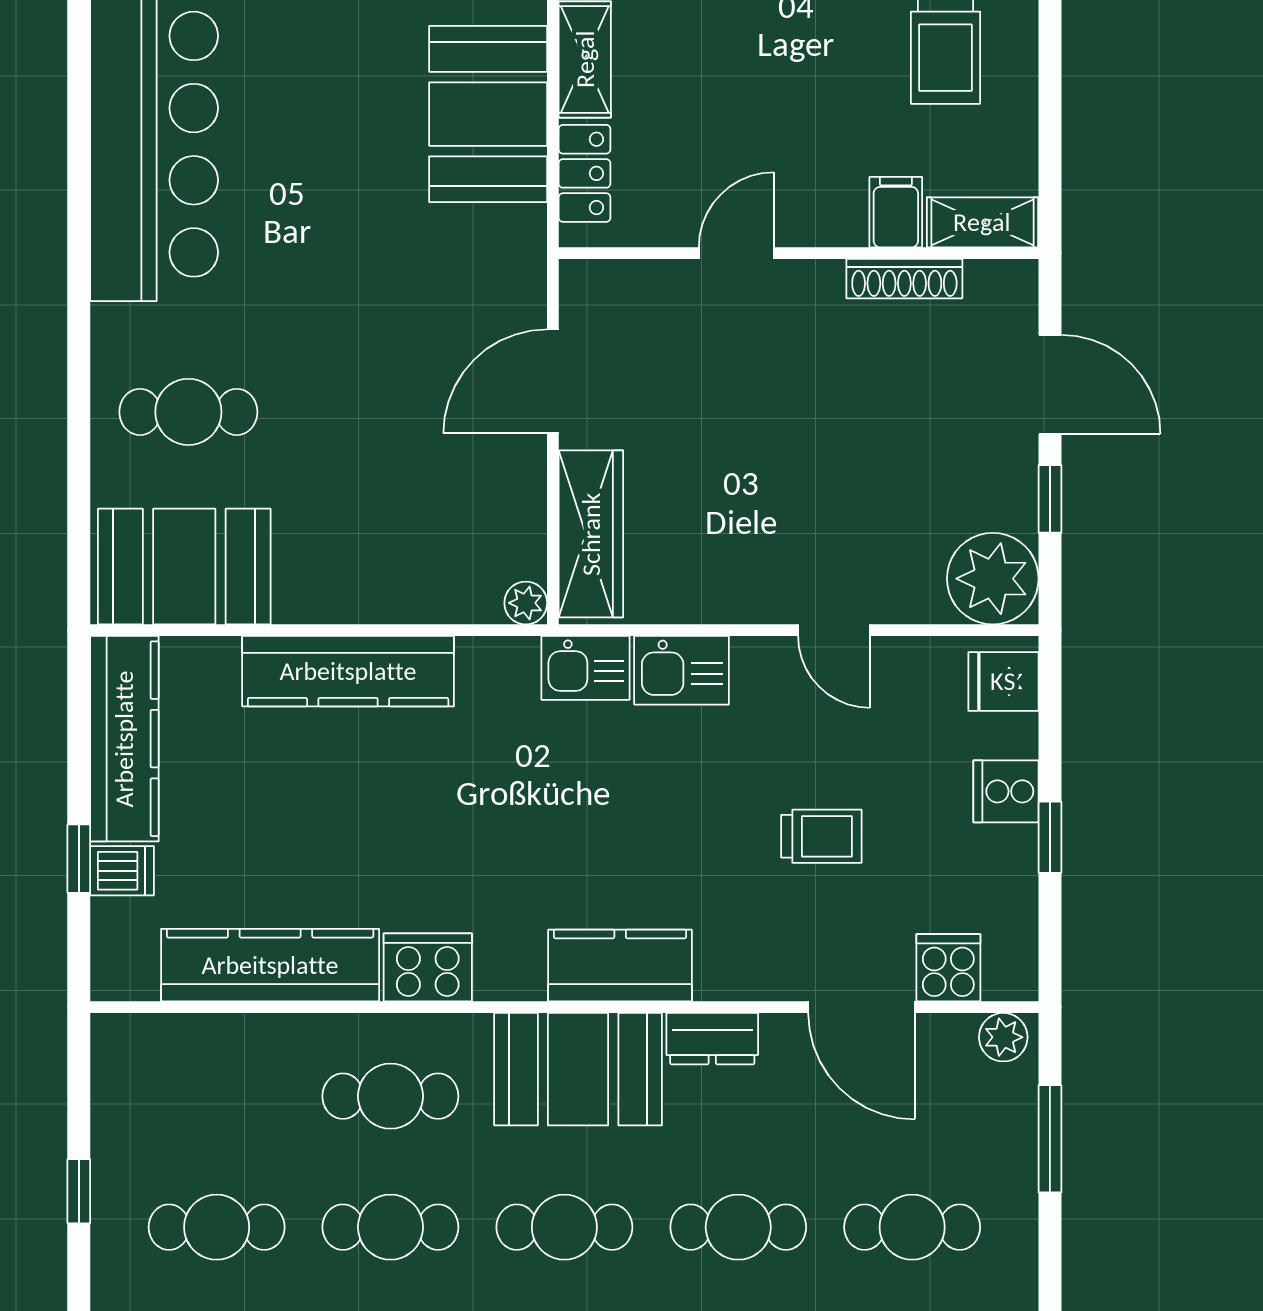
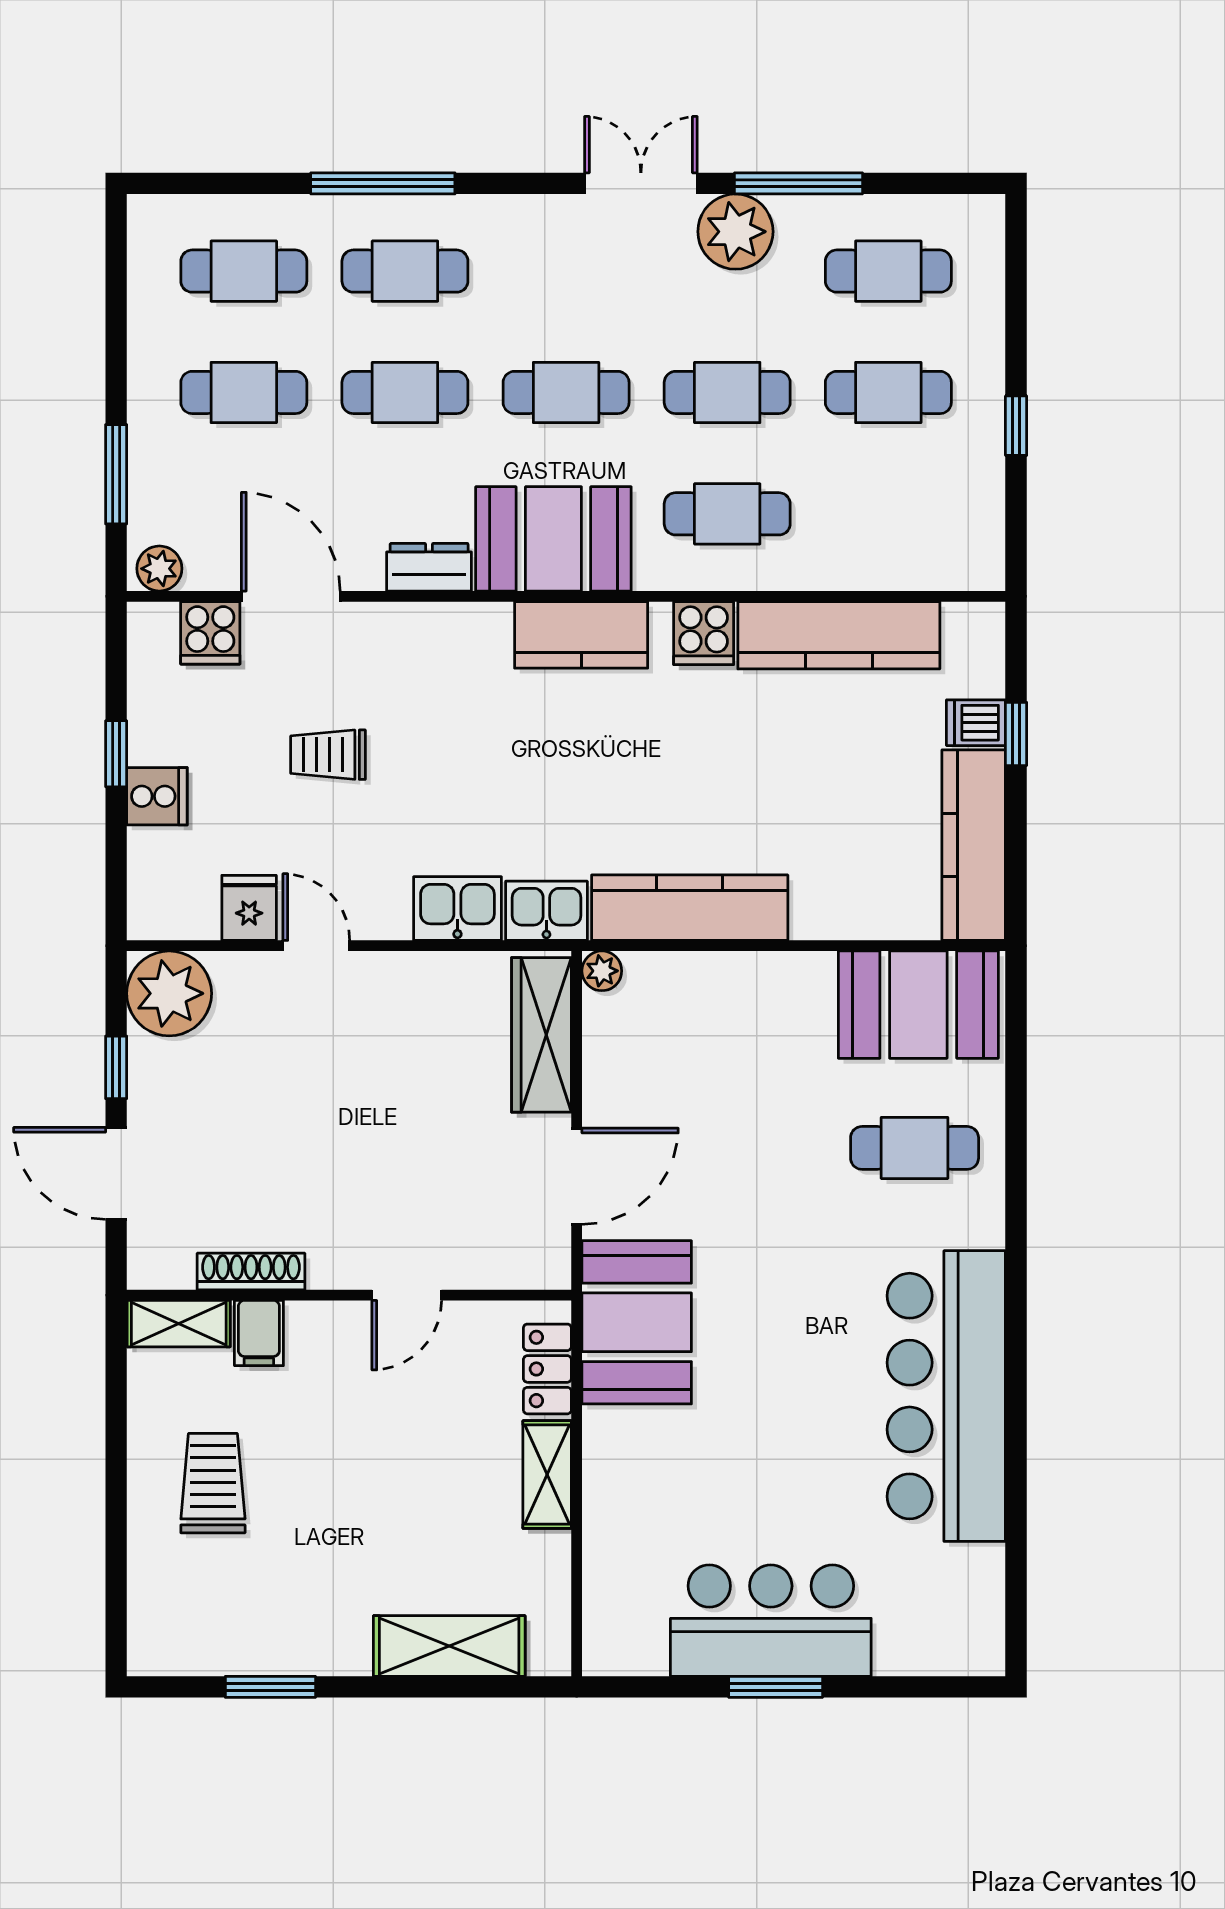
booth: (488, 114) -> (637, 1322), moved
kitchen counter: (348, 671) -> (690, 908), moved
fridge: (1003, 681) -> (249, 908), moved, turned -90
kitchen counter: (620, 966) -> (581, 635), moved
cooker: (428, 967) -> (704, 633), width x0.73

